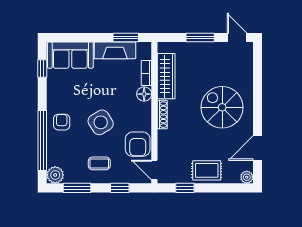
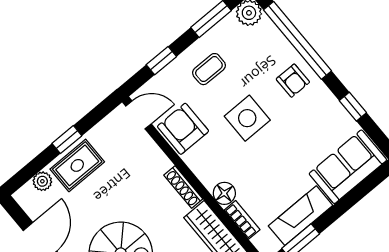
window: (42, 69) -> (353, 107), moved
side table: (101, 122) -> (247, 118), turned 32
plant: (247, 177) -> (42, 181), moved
window: (185, 188) -> (67, 140), moved

